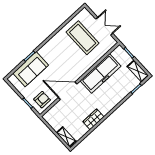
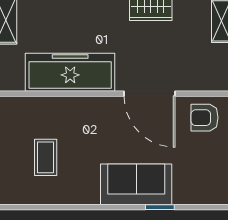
coffee table: (83, 38) -> (46, 157), width x0.54, depth x0.58
sofa: (31, 69) -> (136, 184), moved

